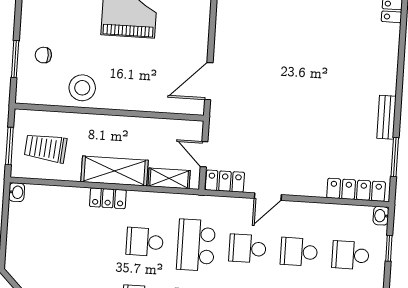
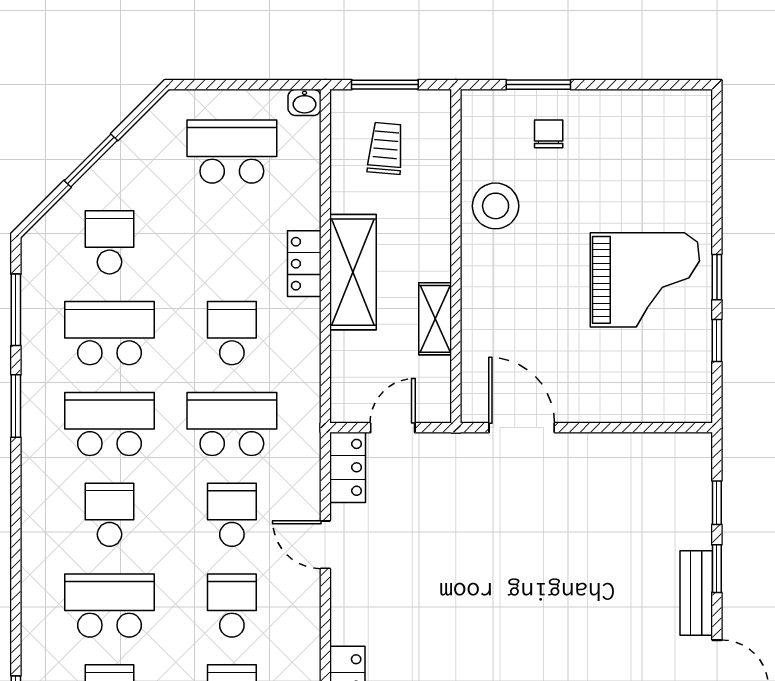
trolley: (46, 148) -> (386, 148), width x0.73, depth x0.72
shelving: (169, 178) -> (435, 319), moved
school desk: (42, 235) -> (232, 152), added

